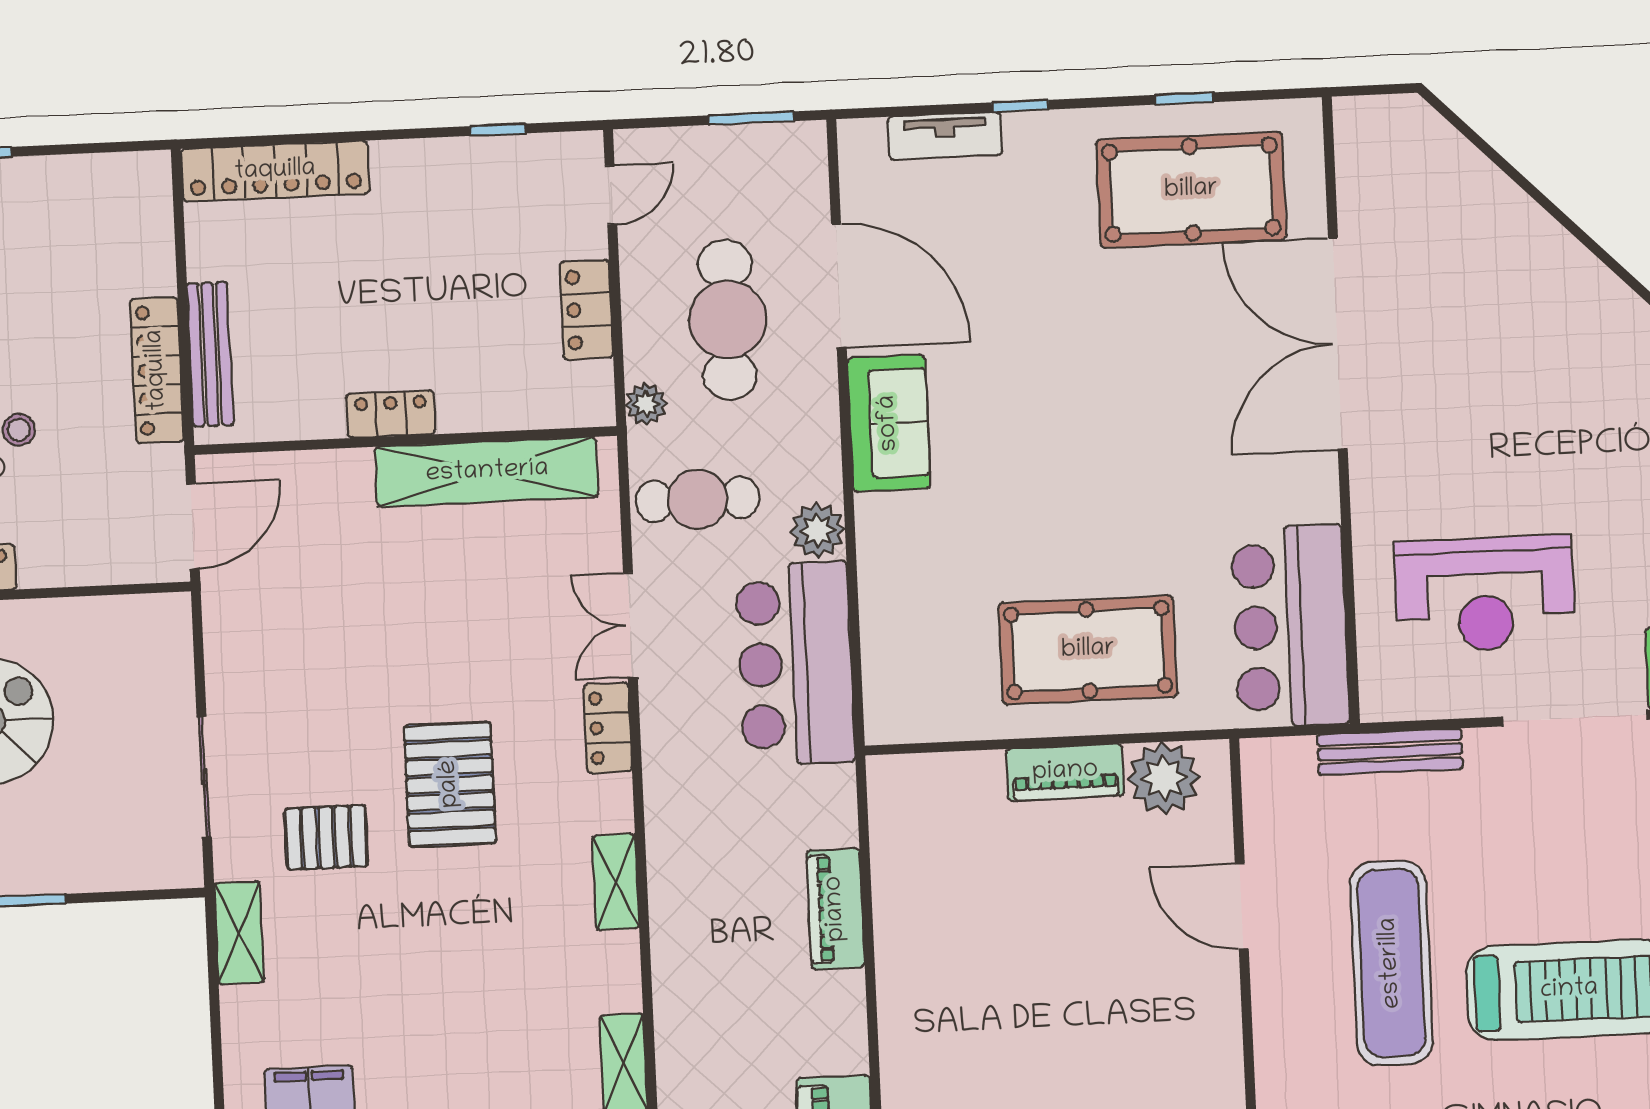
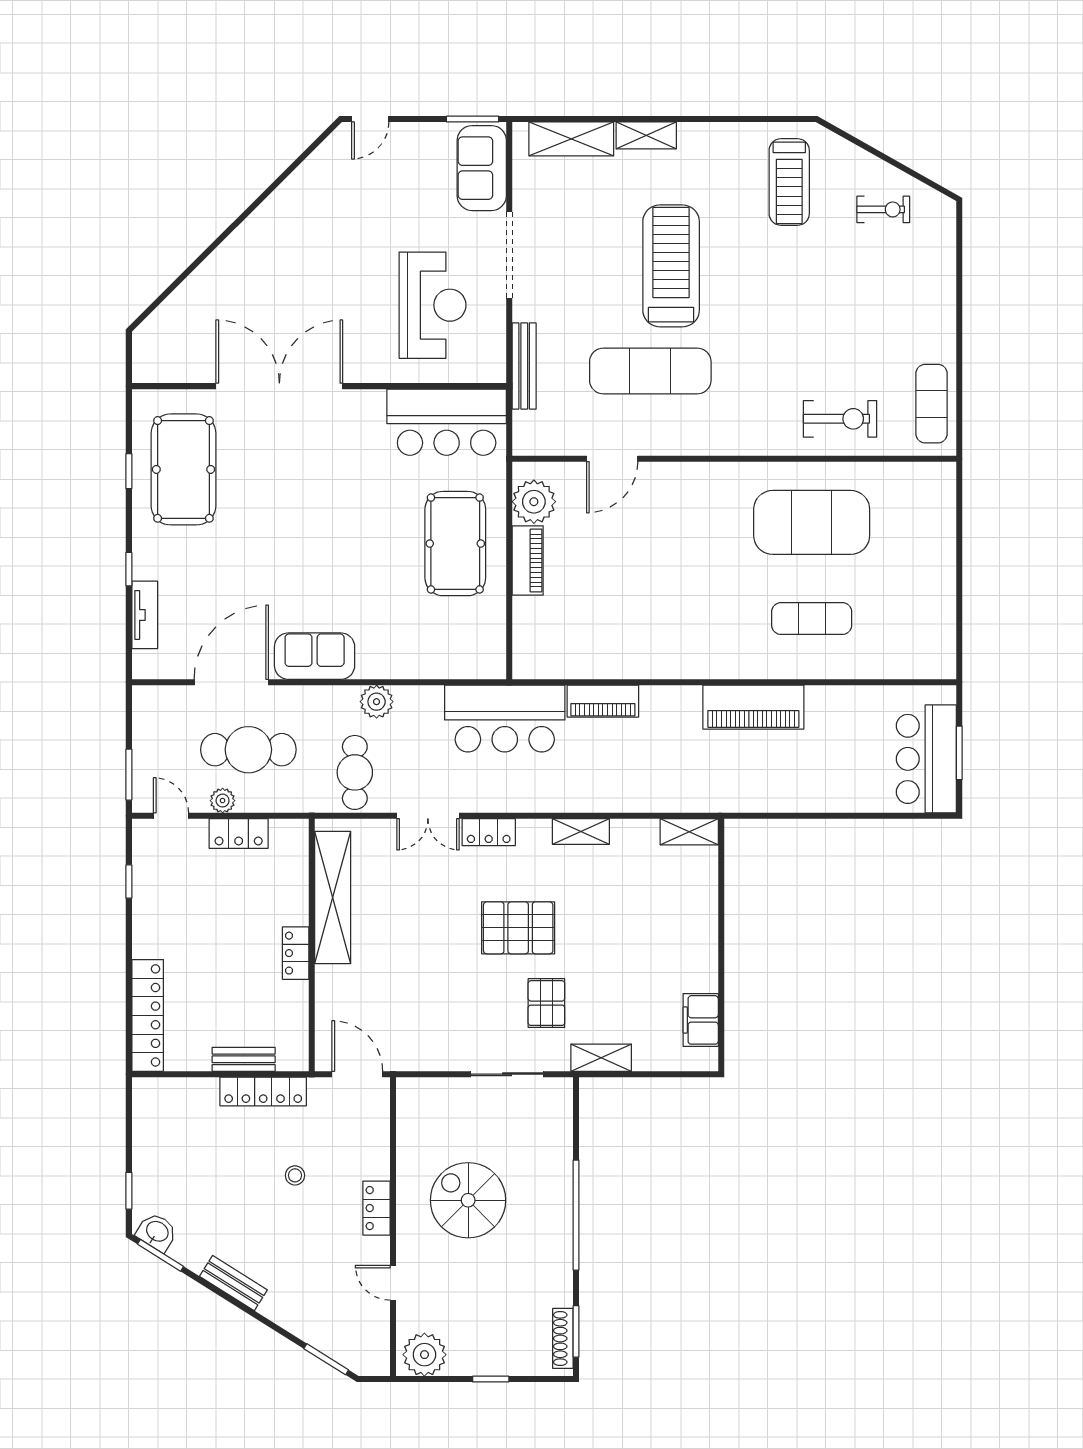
window: (751, 118) -> (129, 775), moved
double door: (1338, 344) -> (279, 386), swing flipped
bench: (210, 354) -> (244, 1059), width x0.73
plant: (646, 404) -> (223, 801), moved
bar counter: (795, 664) -> (505, 719), moved

